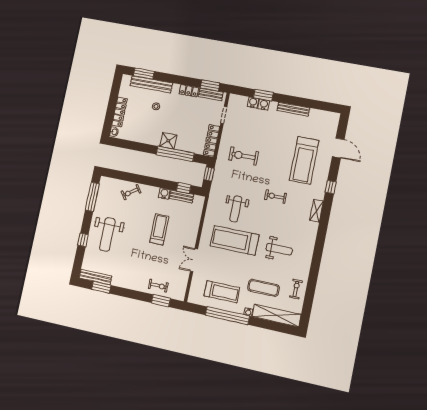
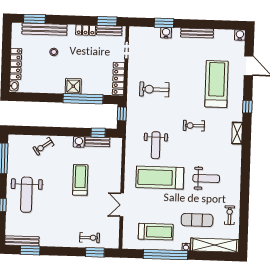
water cooler: (253, 103) -> (240, 35), moved
treadmill: (304, 160) -> (217, 84), turned 180

